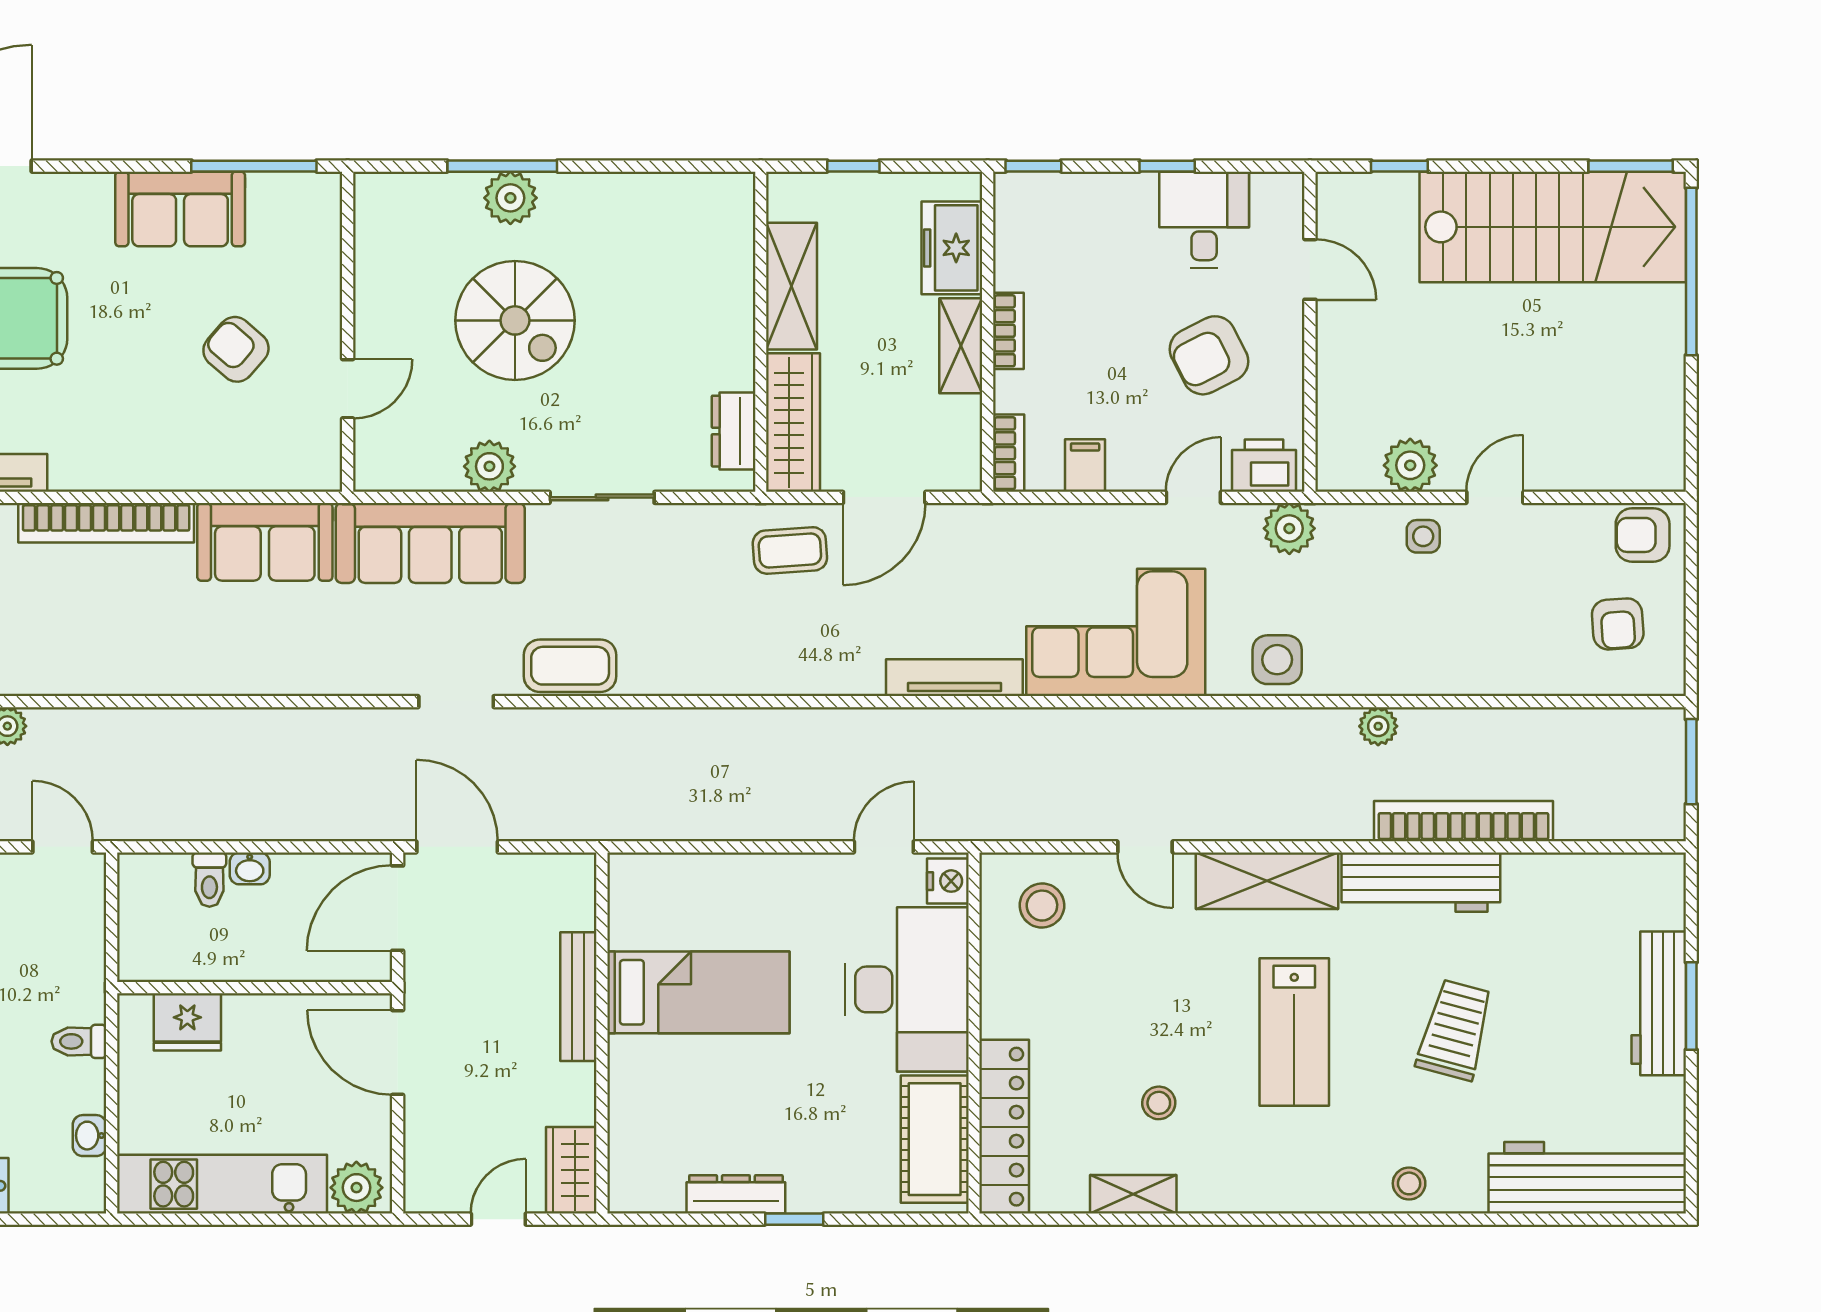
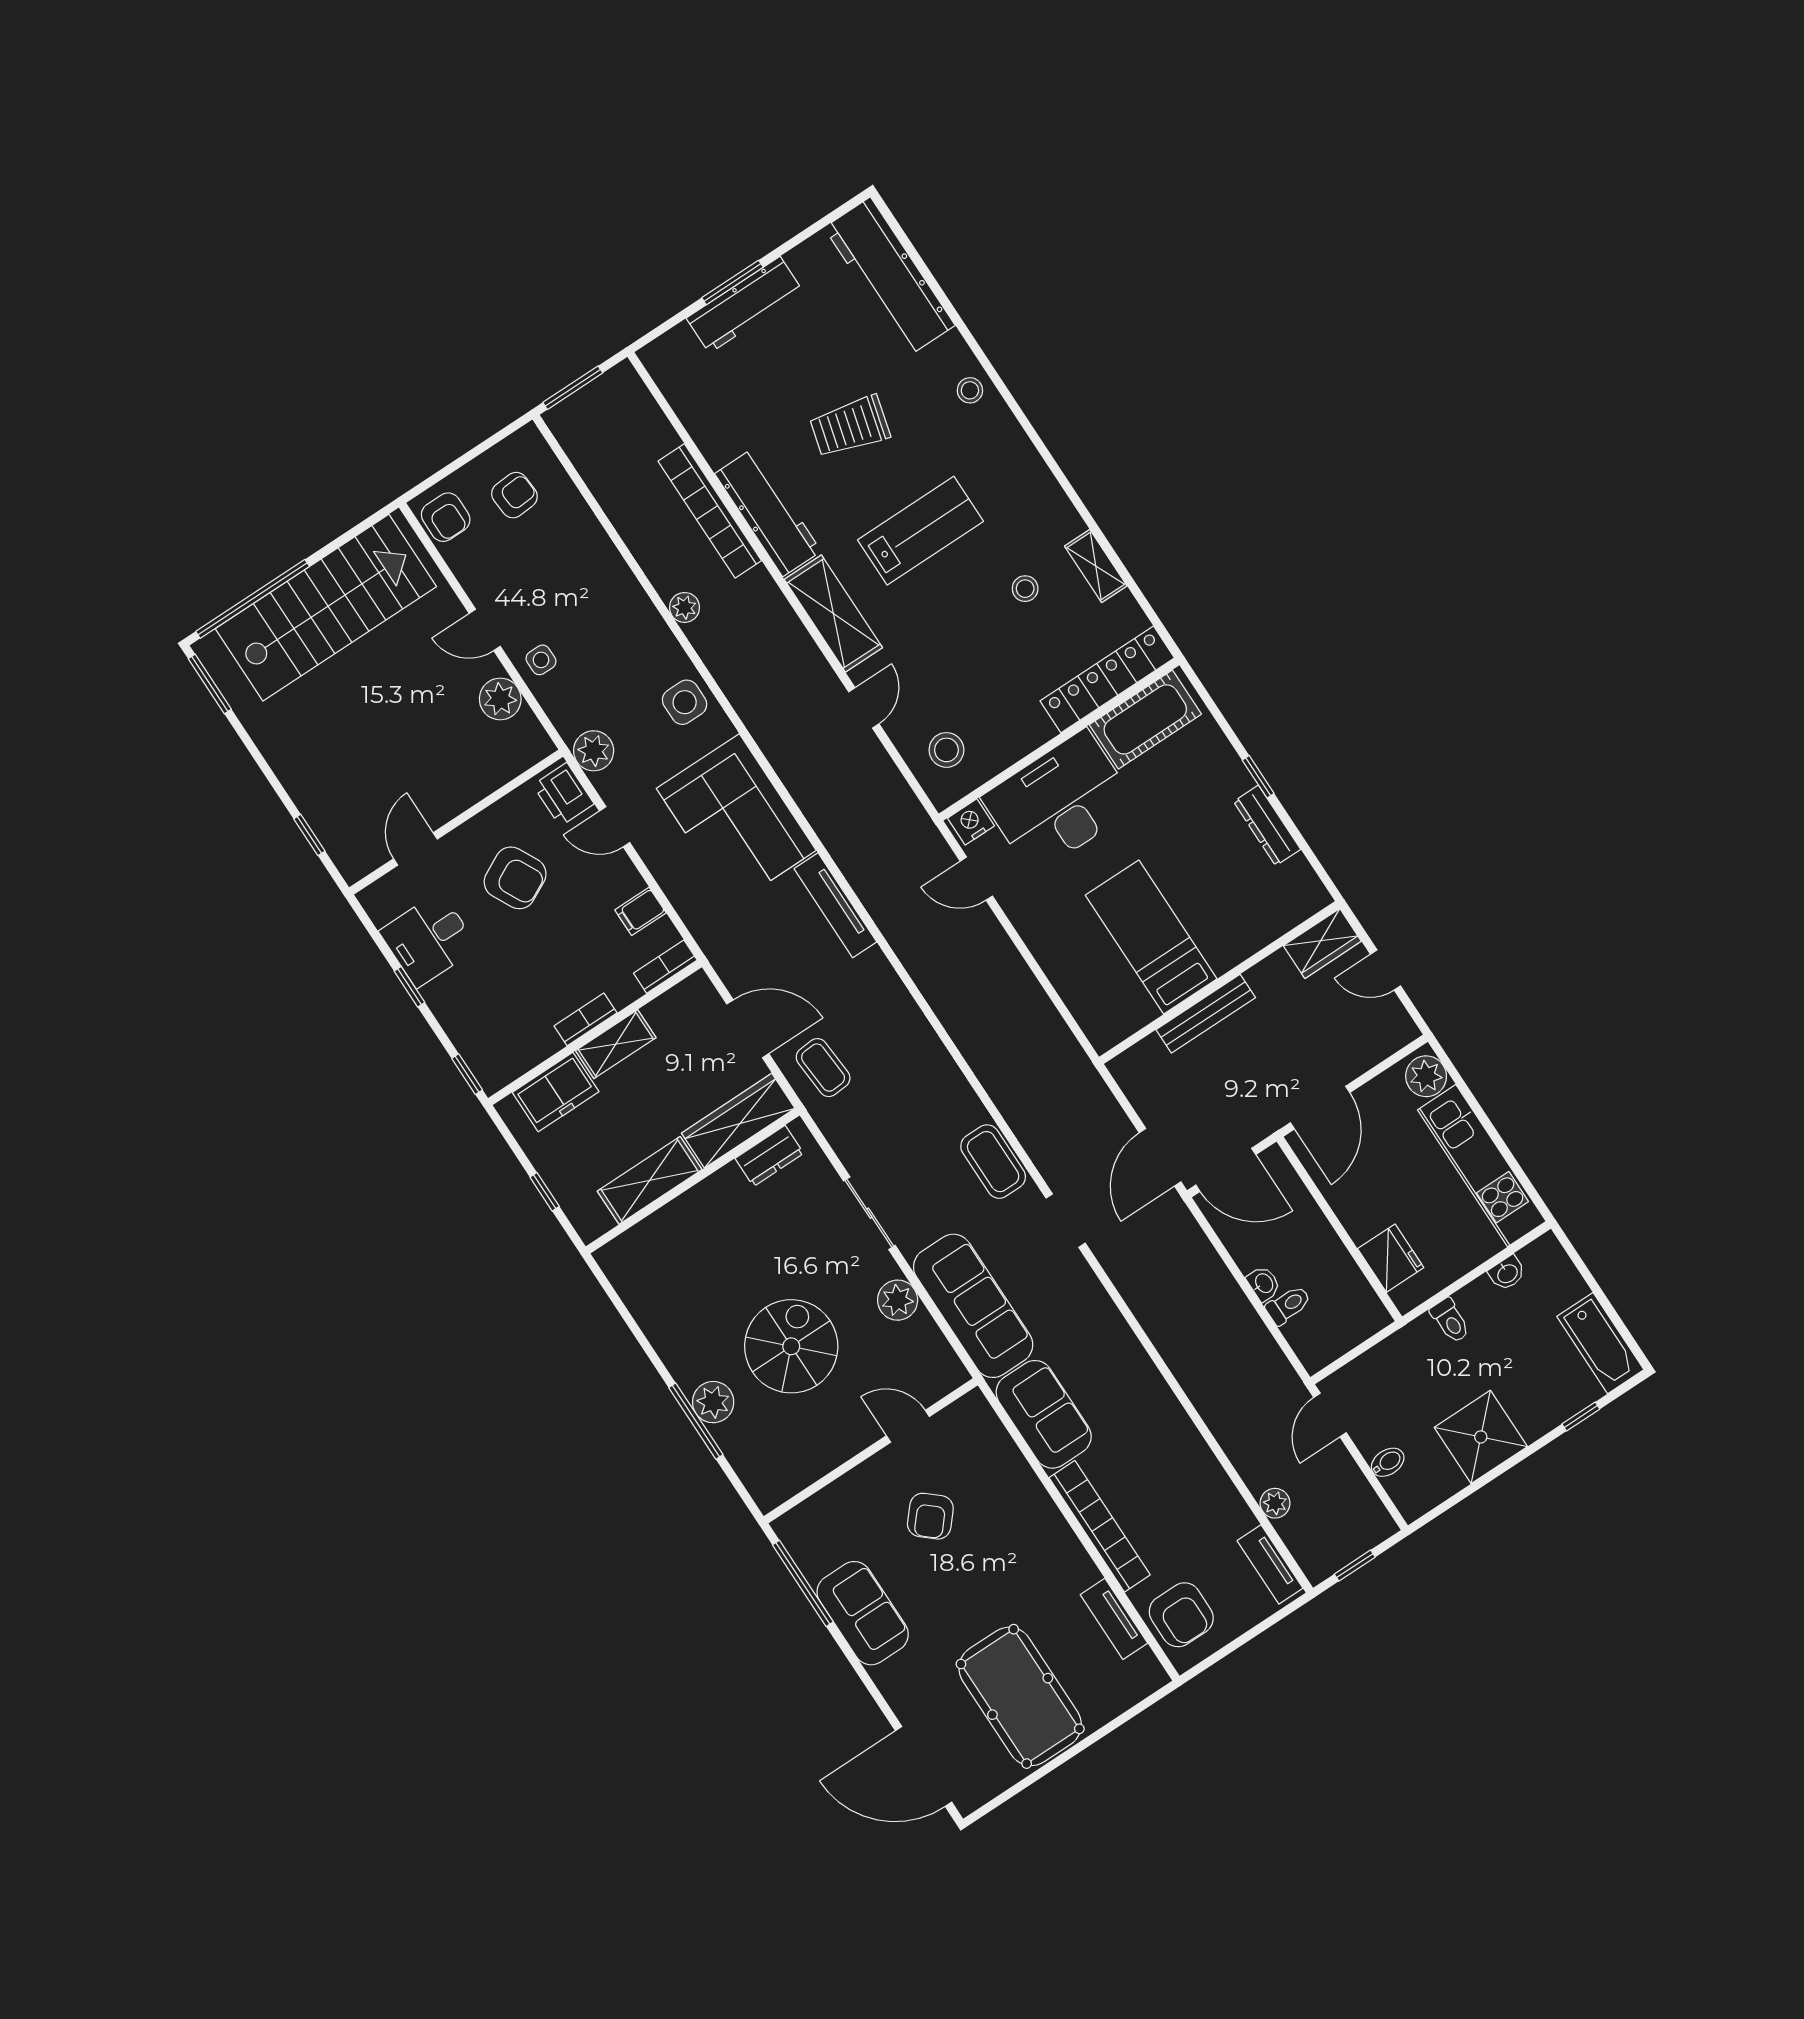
stairs: (1553, 227) -> (326, 608), moved, turned 90

